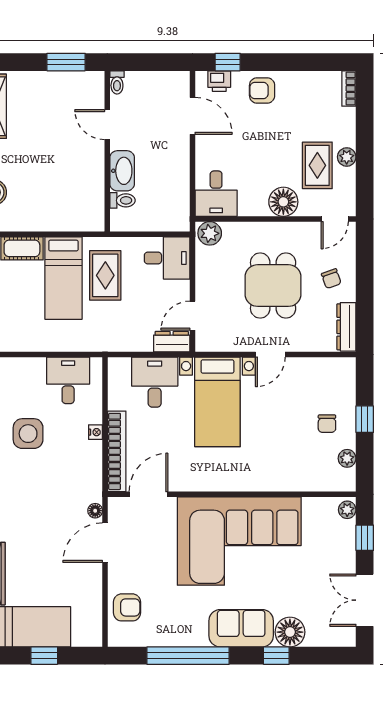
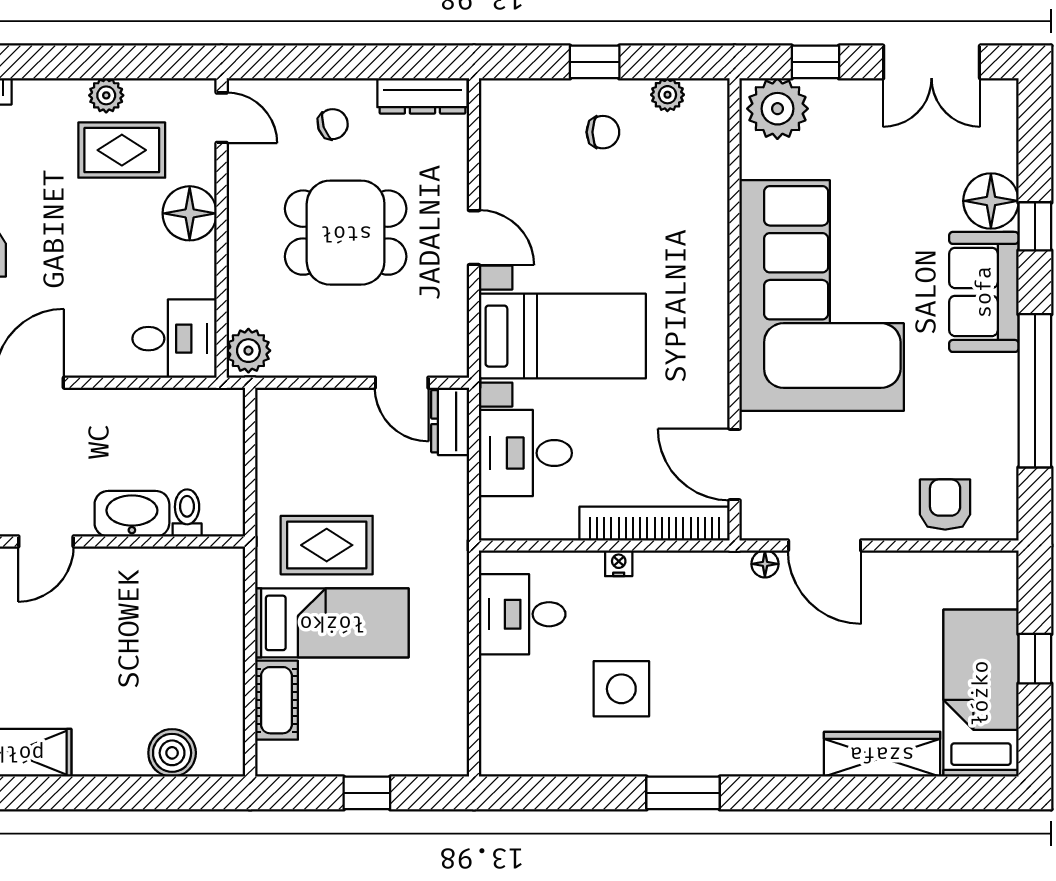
desk: (167, 258) -> (294, 430), removed
plant: (347, 510) -> (777, 109), width x1.88, depth x1.88

